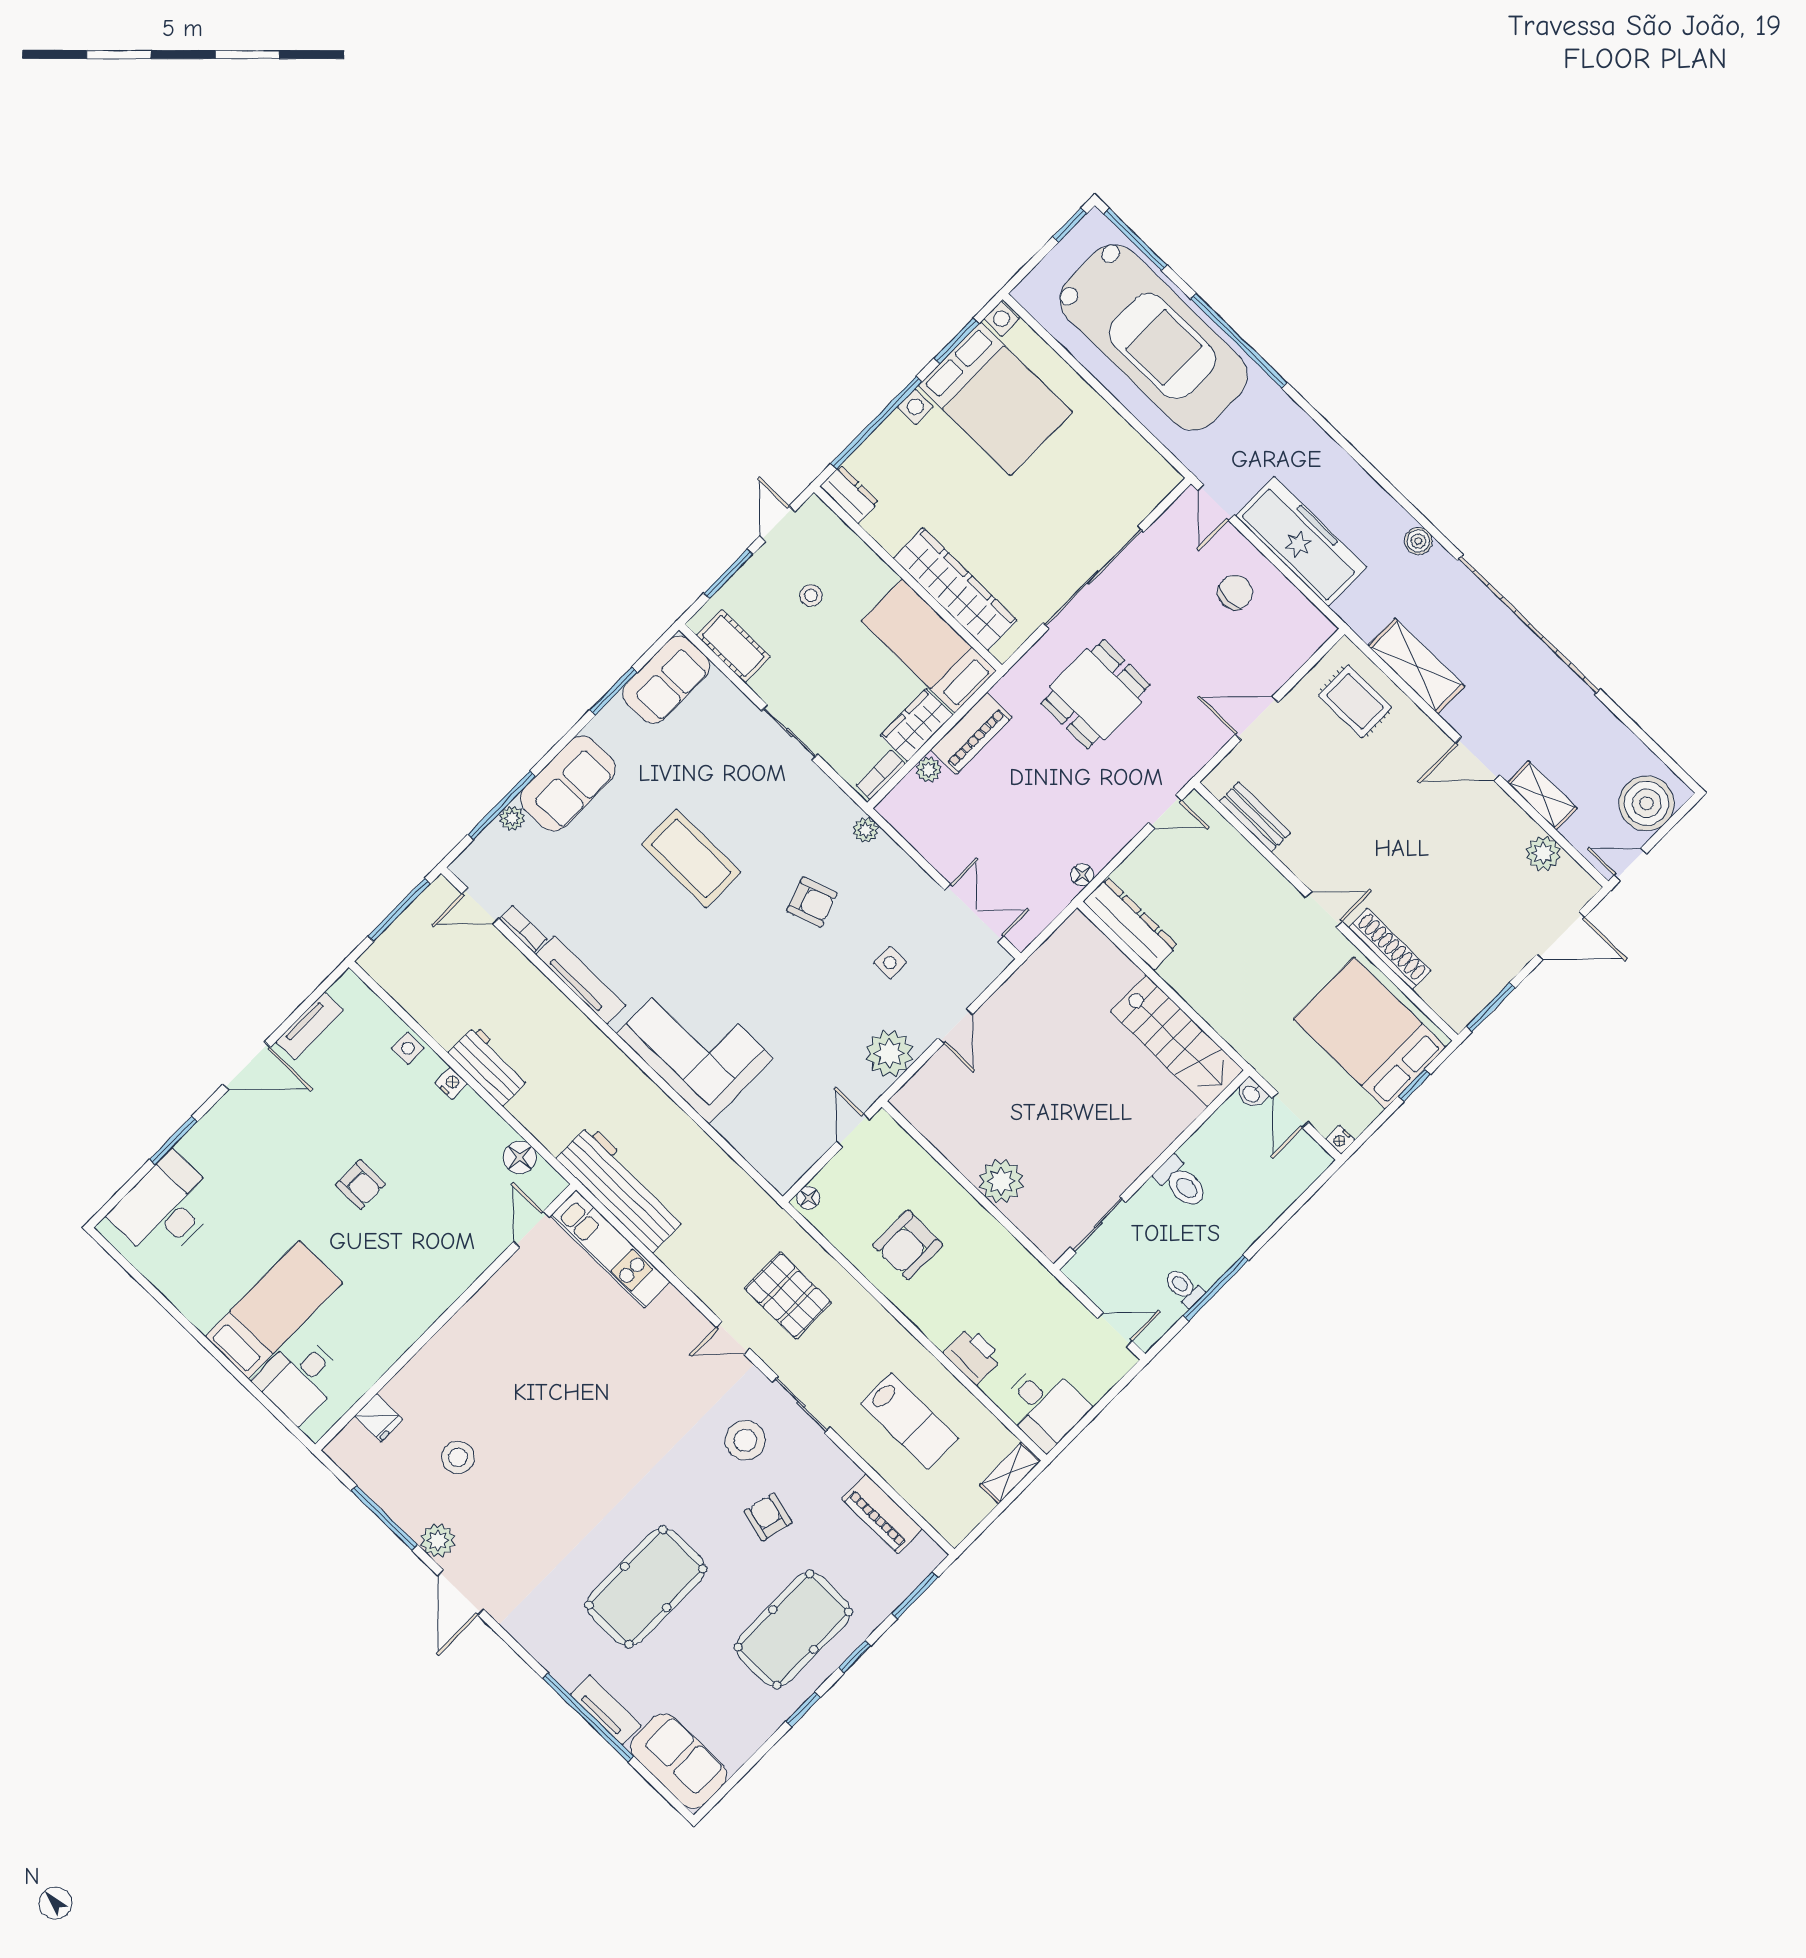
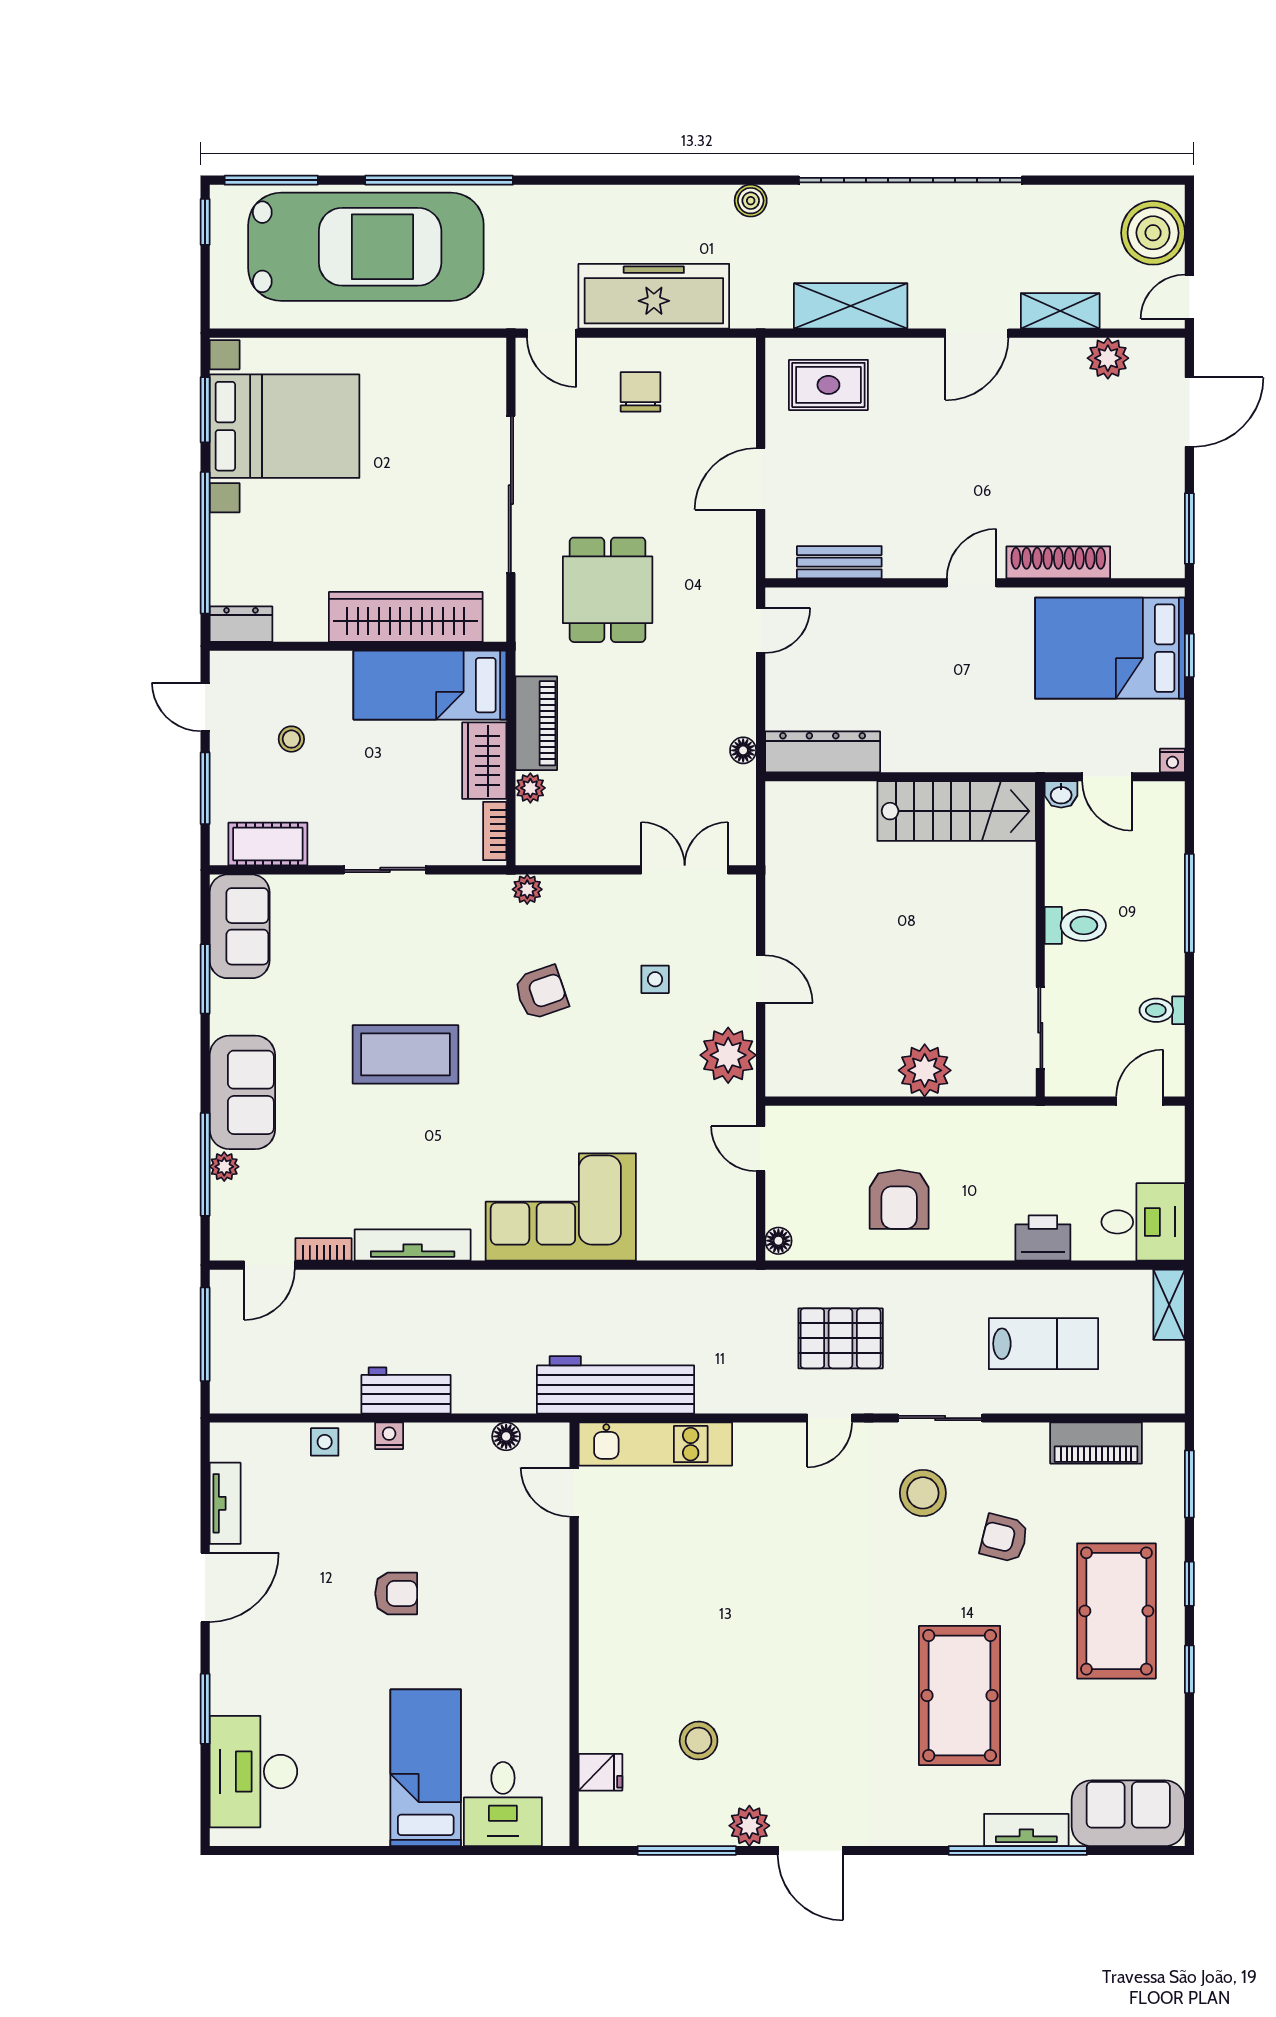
floor lamp: (520, 1157) -> (506, 1436), width x0.73, depth x0.73
window: (1216, 1288) -> (1189, 903), moved

